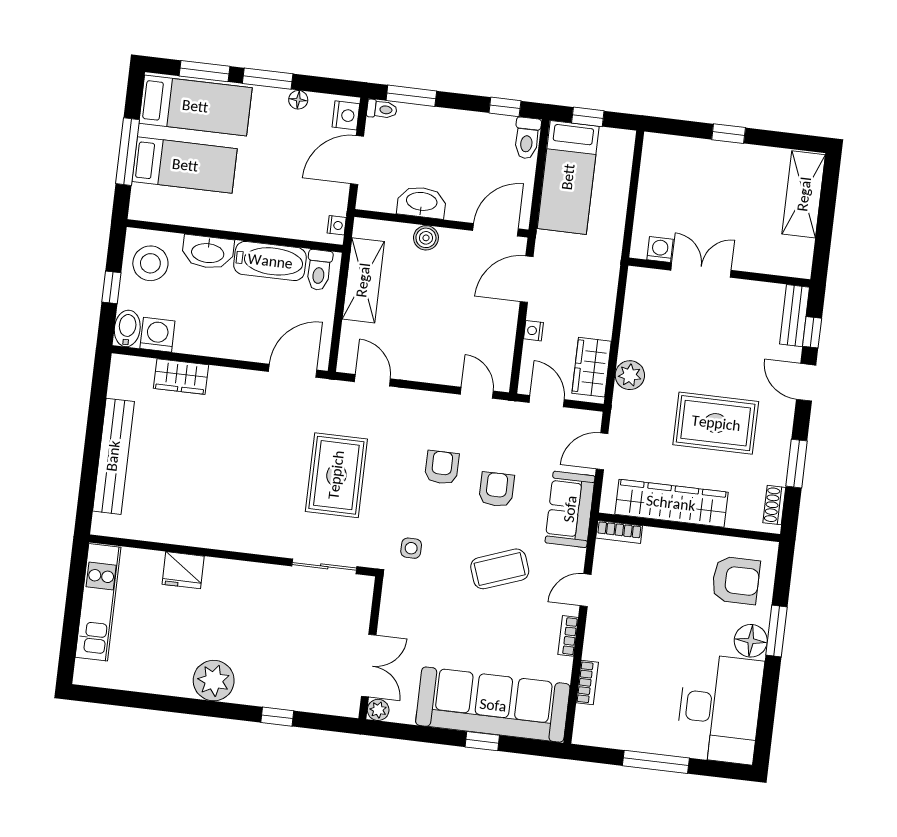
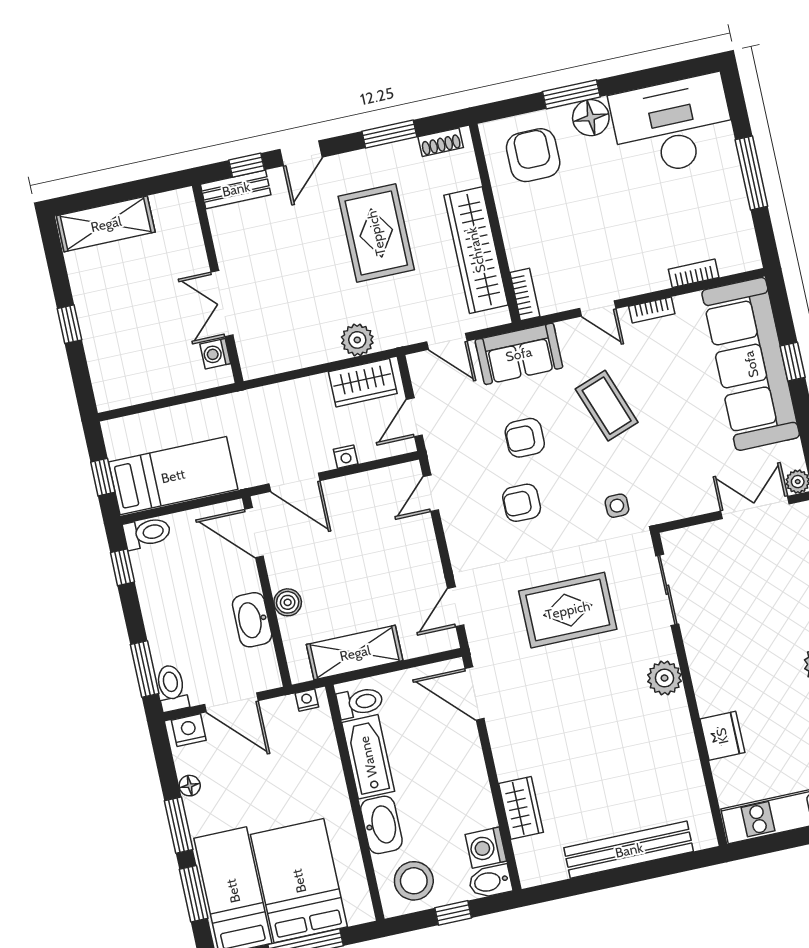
toilet: (382, 109) -> (172, 688), width x1.37, depth x1.39
bed: (185, 165) -> (299, 881), width x1.50
plant: (250, 538) -> (665, 678), added

